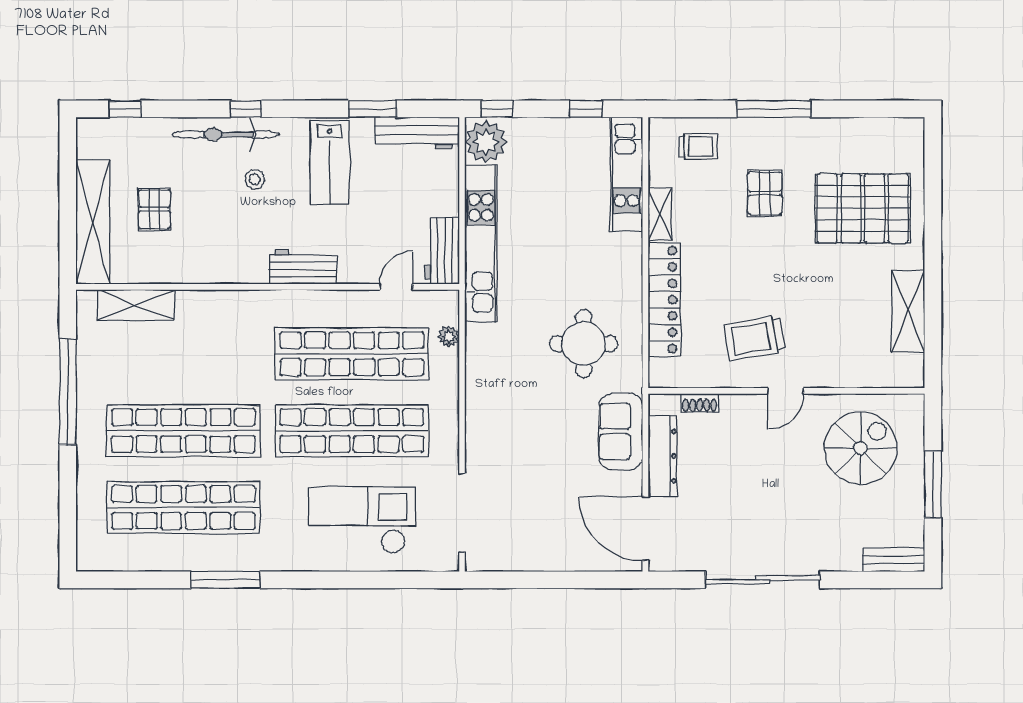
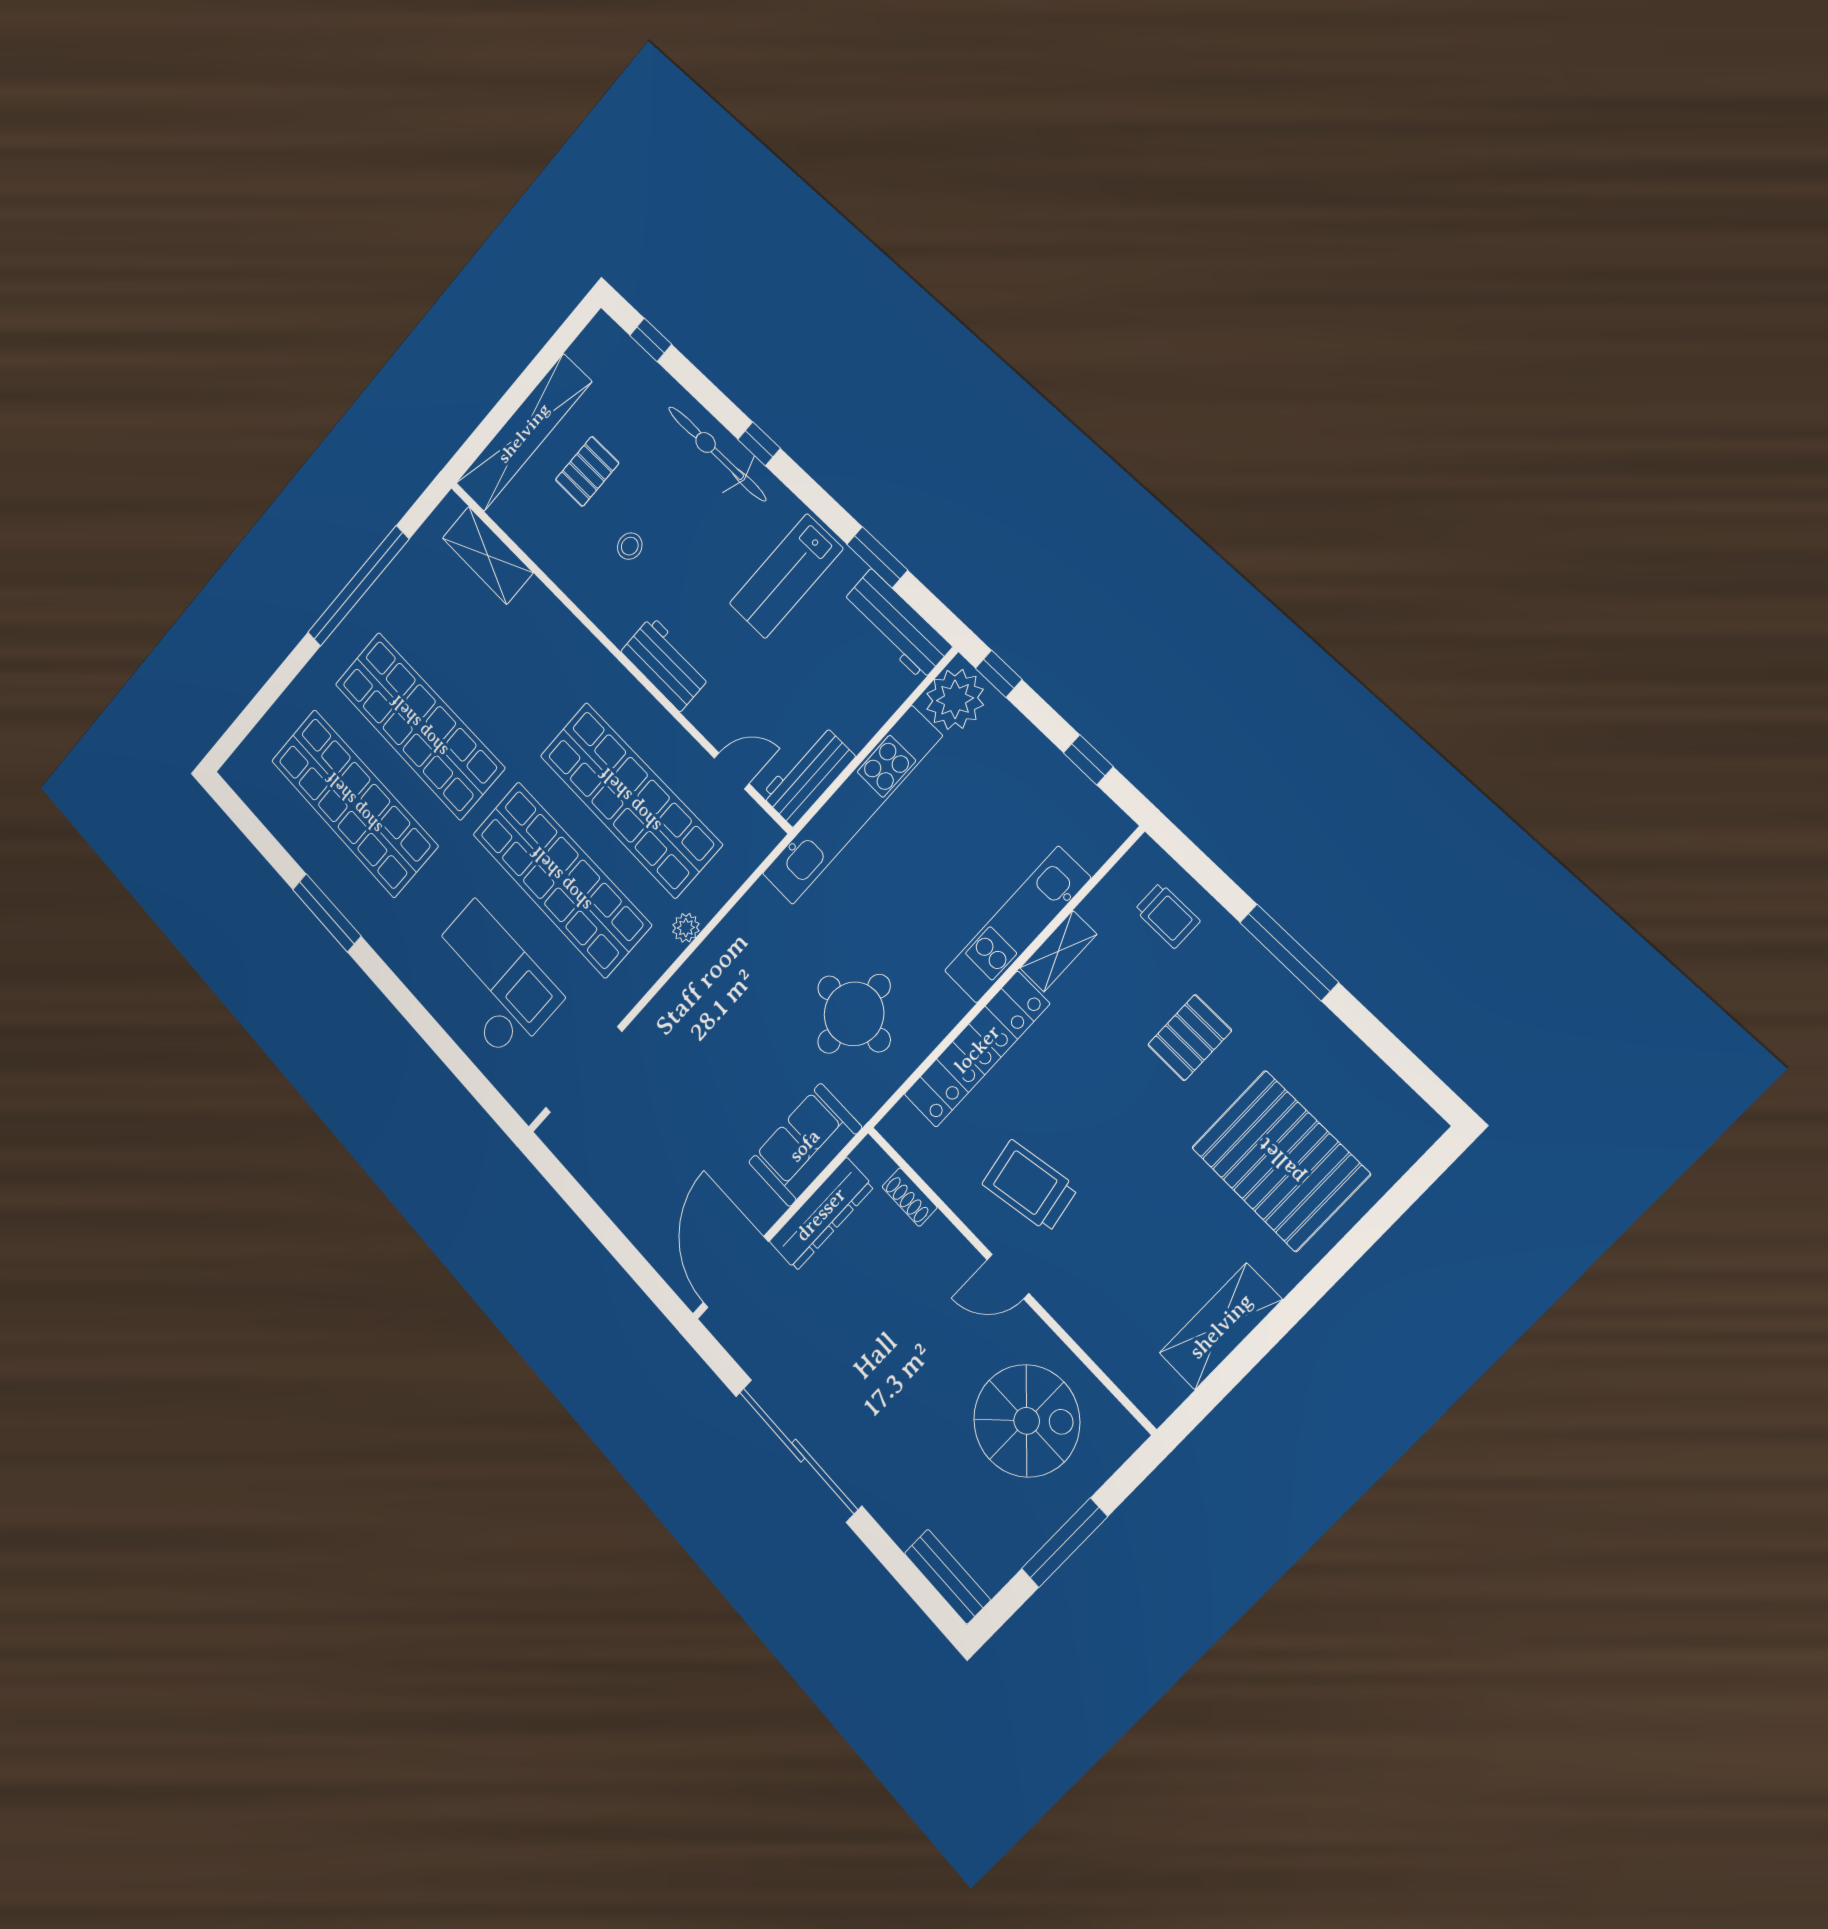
kitchen unit: (627, 174) -> (1017, 925), moved
stool: (255, 179) -> (630, 546), moved
plant: (449, 336) -> (686, 928), moved

